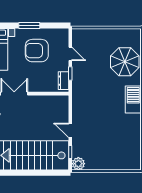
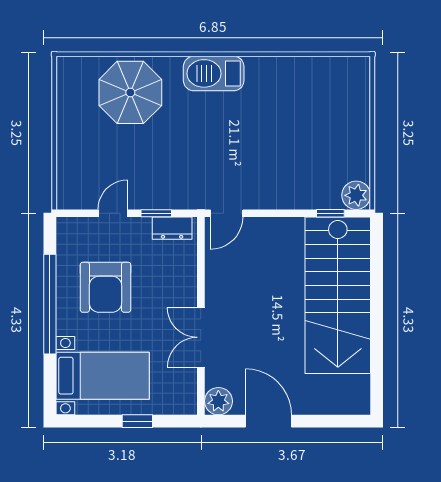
window: (29, 26) -> (50, 304), width x2.11
door: (70, 130) -> (227, 213), moved

